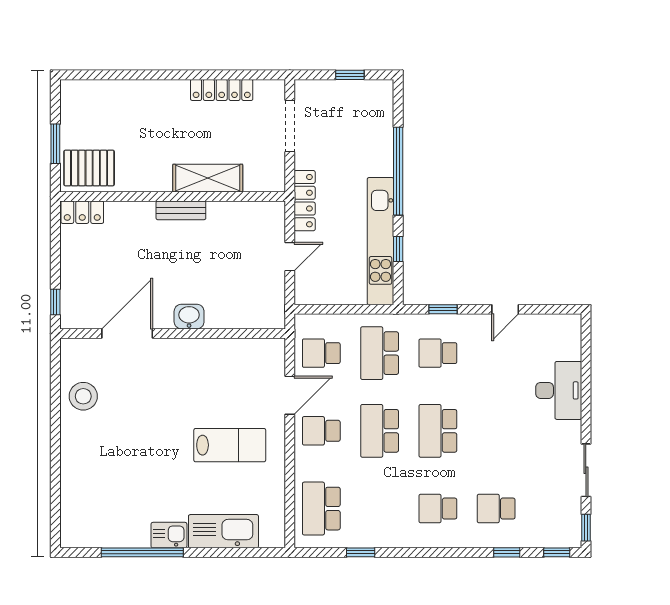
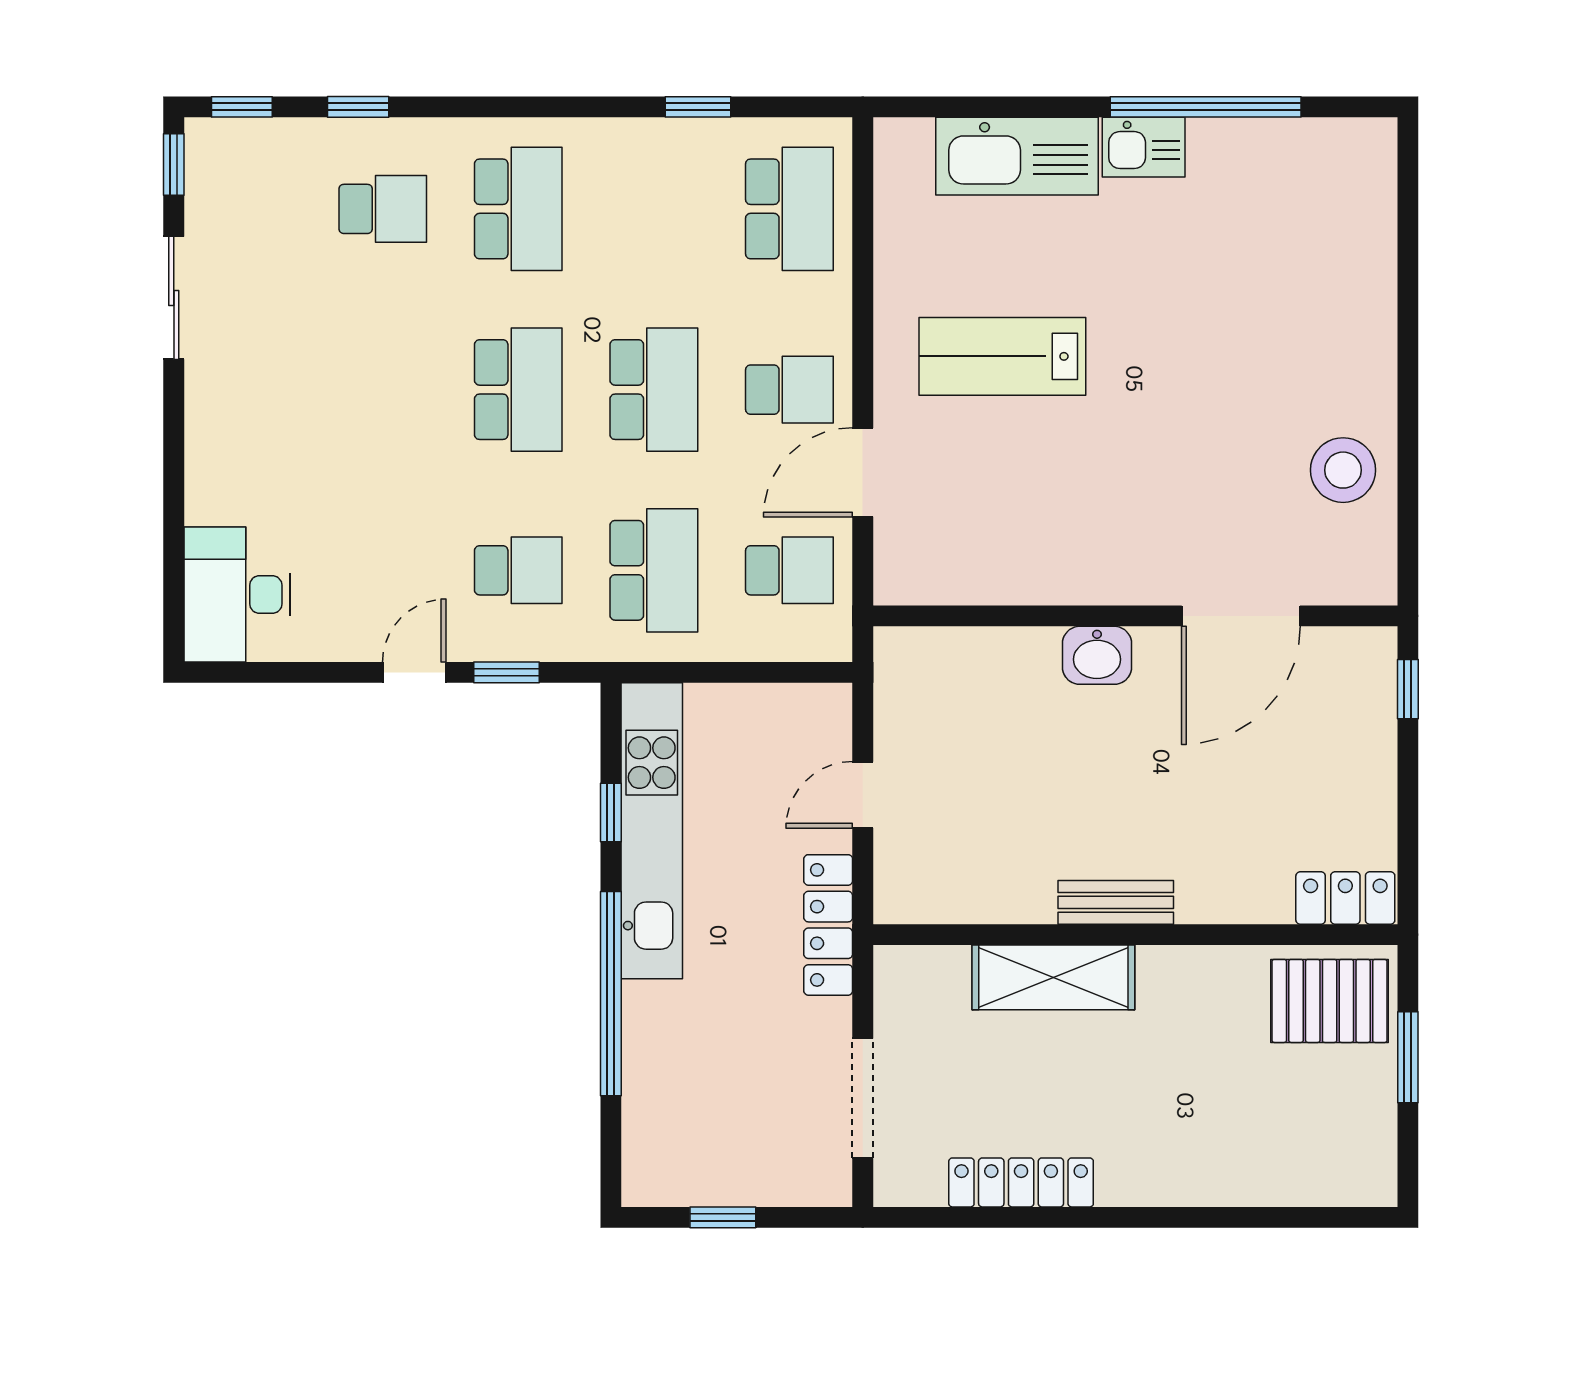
door: (505, 309) -> (414, 672), moved
desk: (559, 390) -> (237, 595), moved
school desk: (438, 509) -> (518, 209), width x1.85

